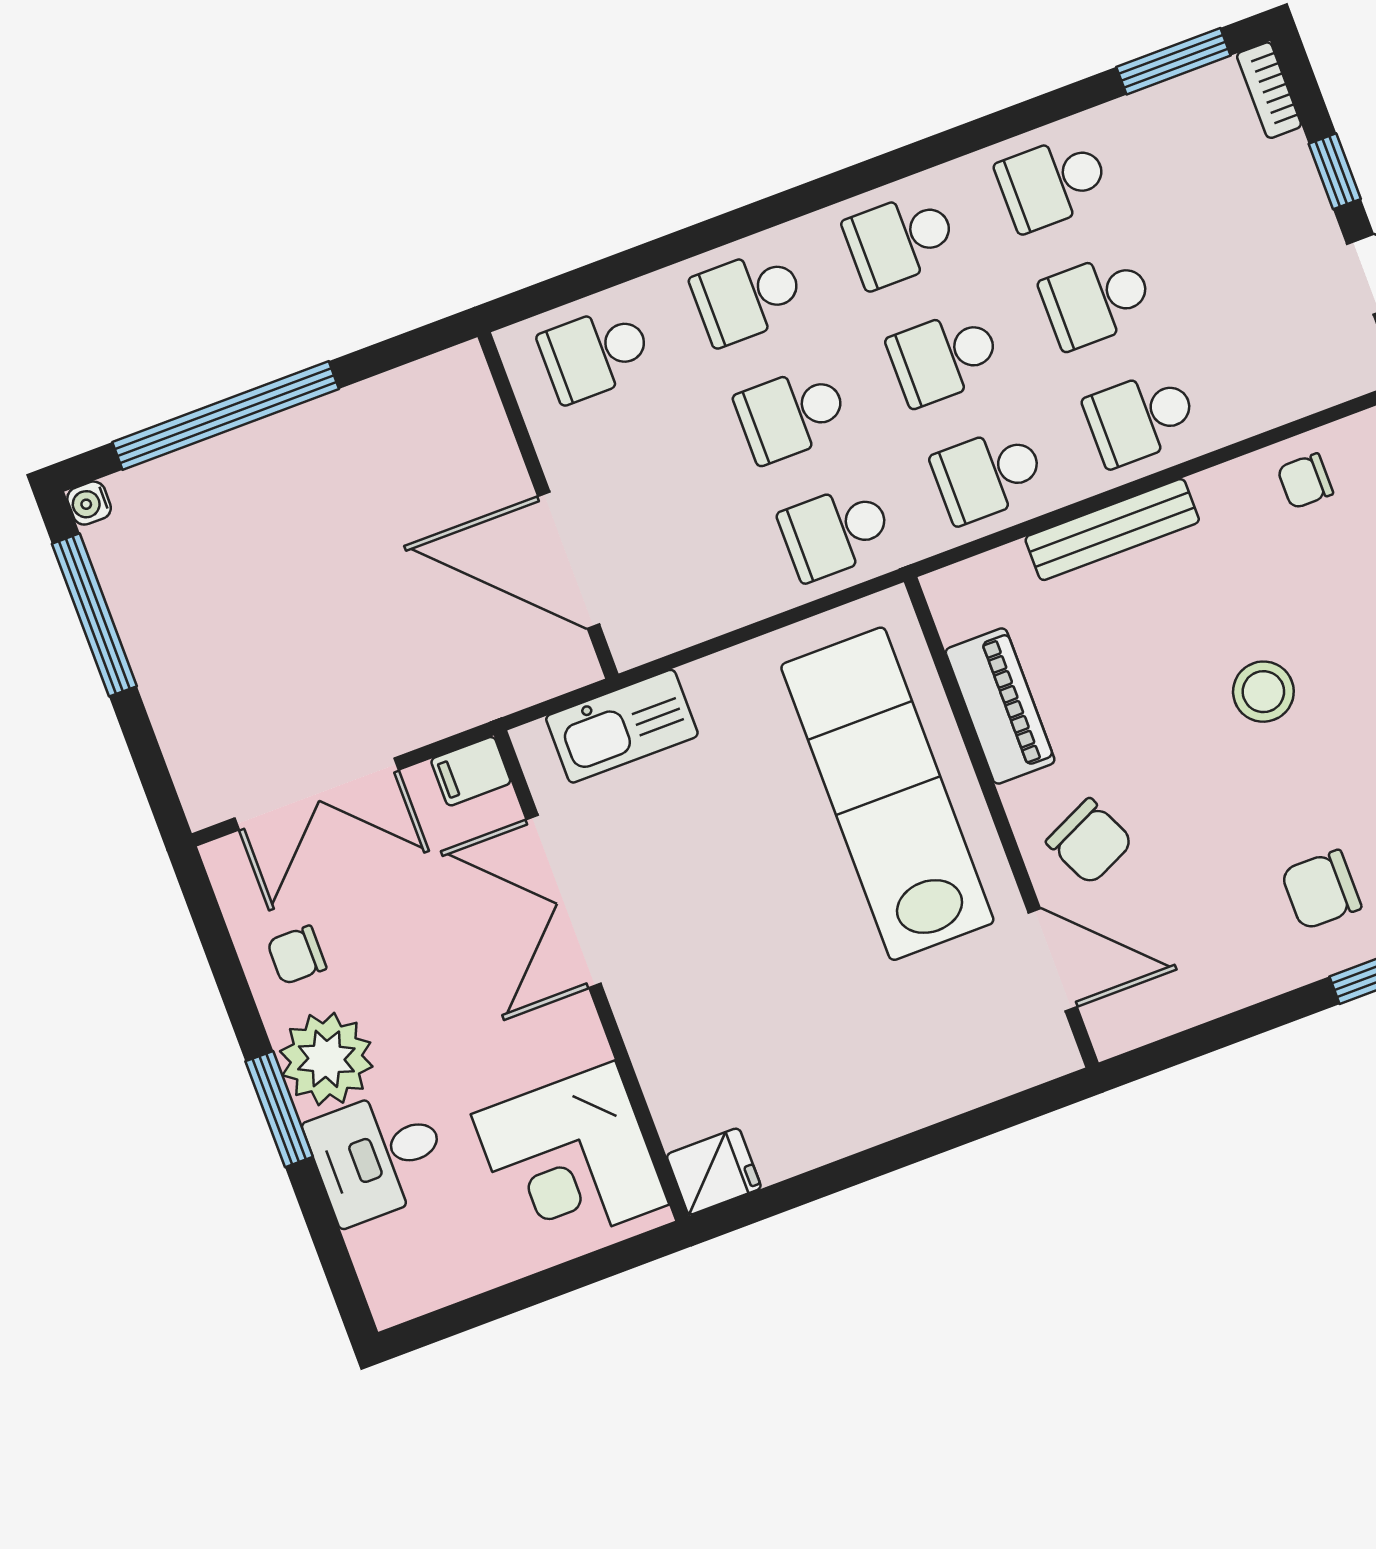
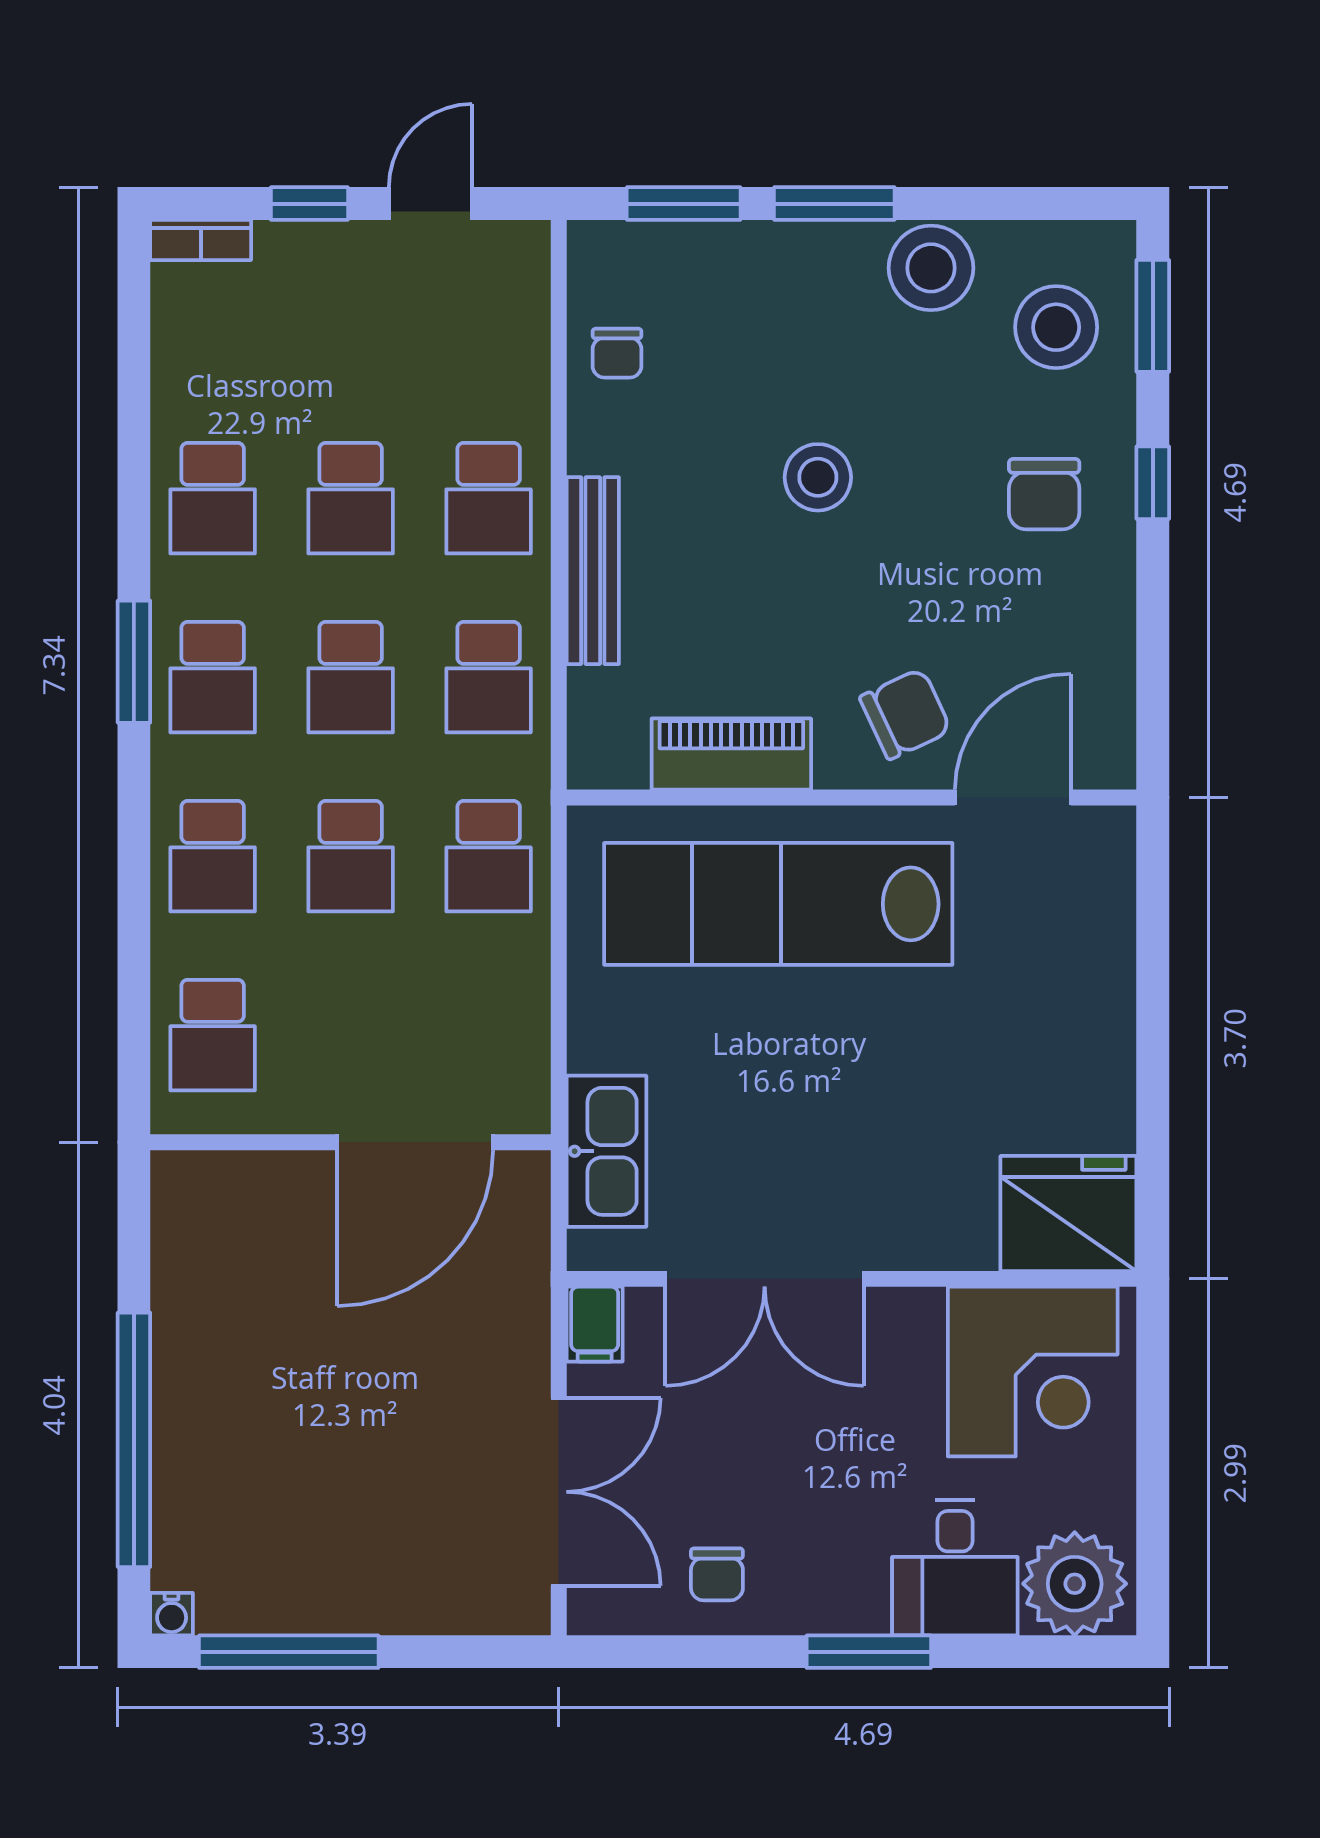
window: (1173, 61) -> (134, 662), moved
plant: (326, 1059) -> (1075, 1584), moved
fridge: (714, 1171) -> (1068, 1214), width x1.88, depth x1.34

